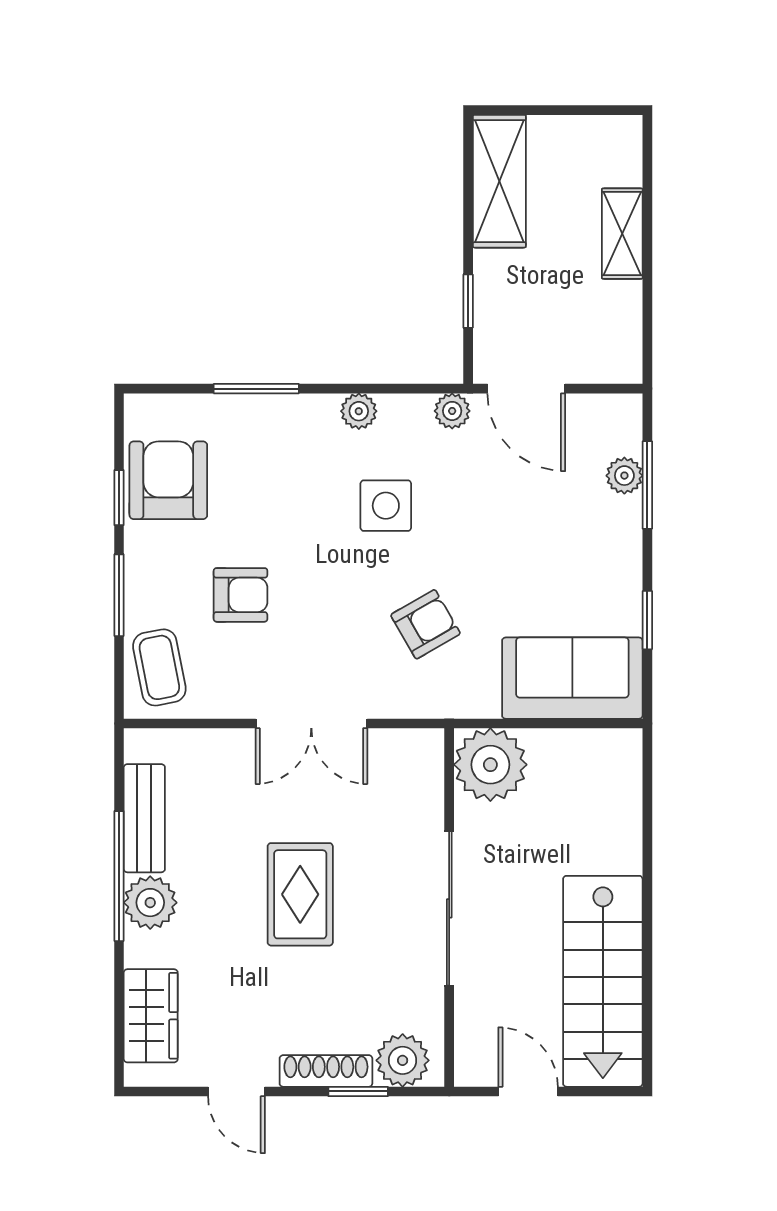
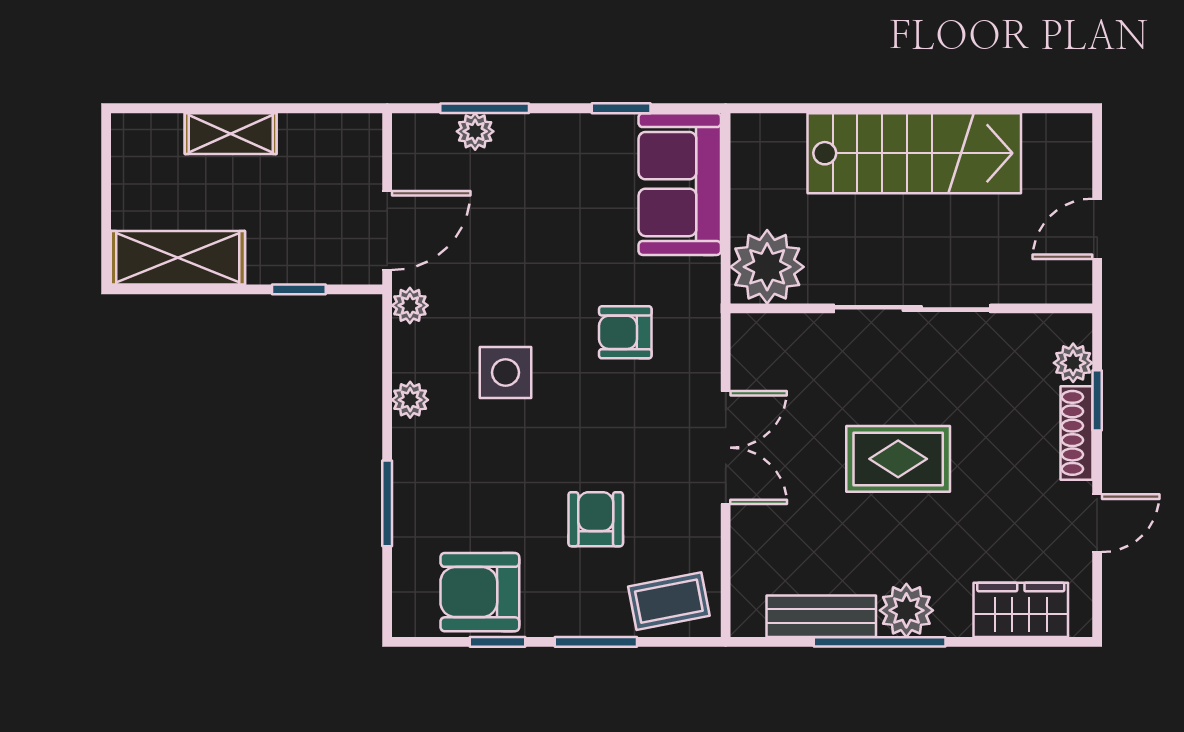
armchair: (425, 624) -> (625, 332), turned -60
stairs: (603, 981) -> (914, 153), moved
plant: (403, 1060) -> (1073, 363), width x0.73, depth x0.73

